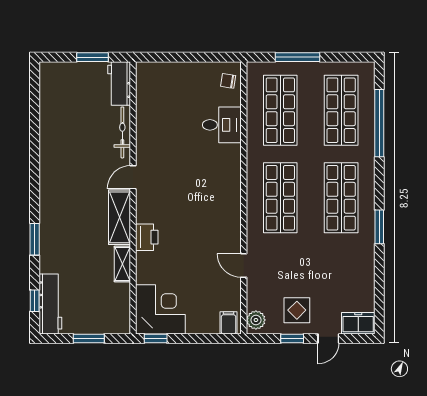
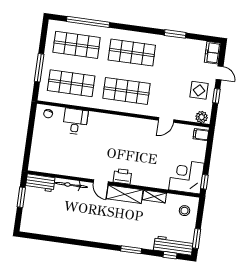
window: (379, 227) -> (175, 34), moved
printer: (147, 237) -> (122, 176), moved
stool: (107, 314) -> (185, 211), added
window: (89, 338) -> (197, 238), moved

